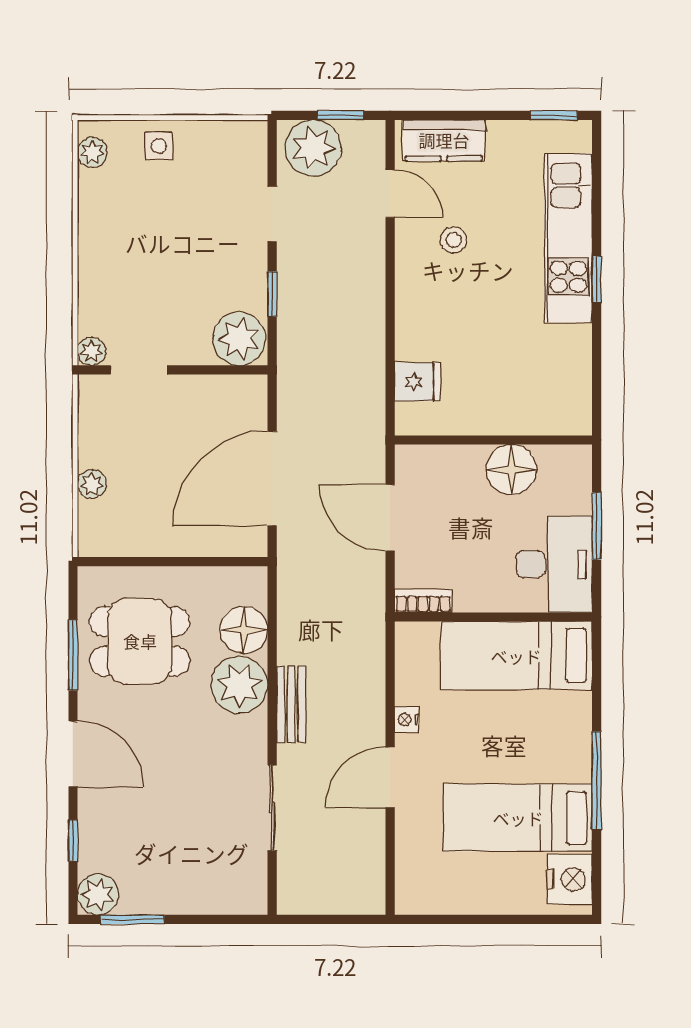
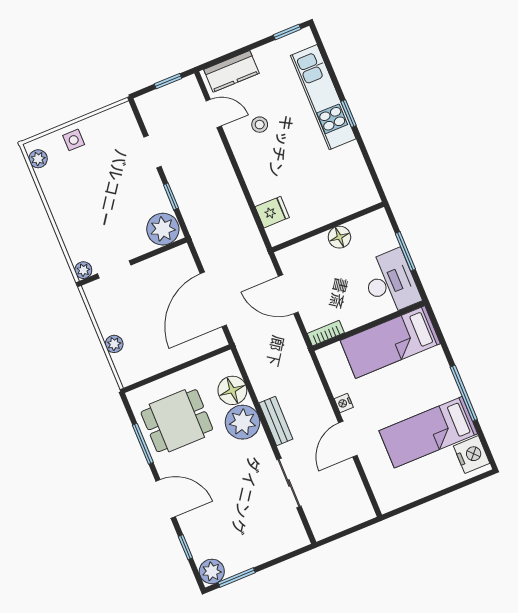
plant: (313, 148) -> (160, 106), removed
floor lamp: (512, 470) -> (339, 237), width x0.73, depth x0.73

